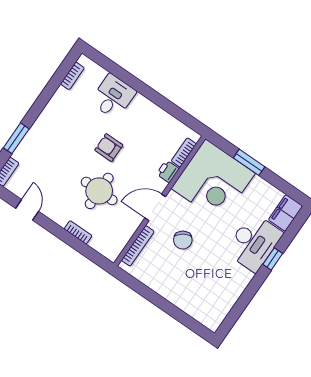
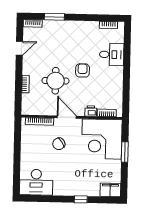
desk: (254, 242) -> (36, 182), moved

